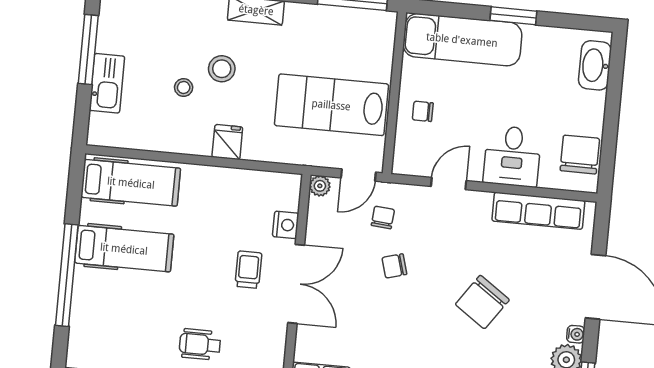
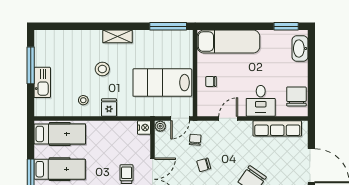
window: (513, 16) -> (286, 26), moved
stool: (184, 87) -> (83, 100), moved
nightstand: (286, 225) -> (144, 128), moved

